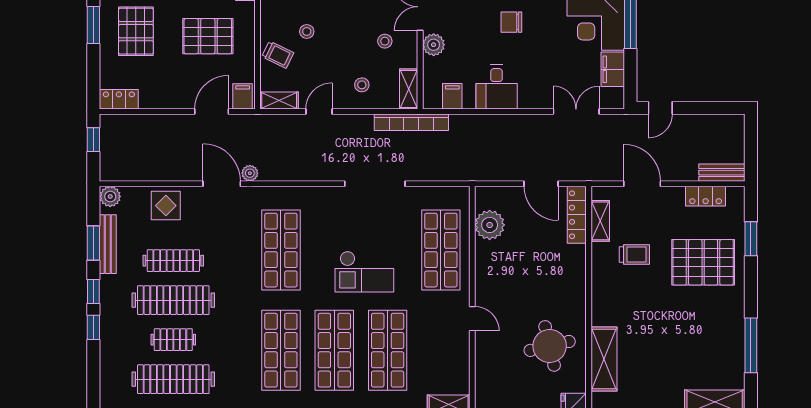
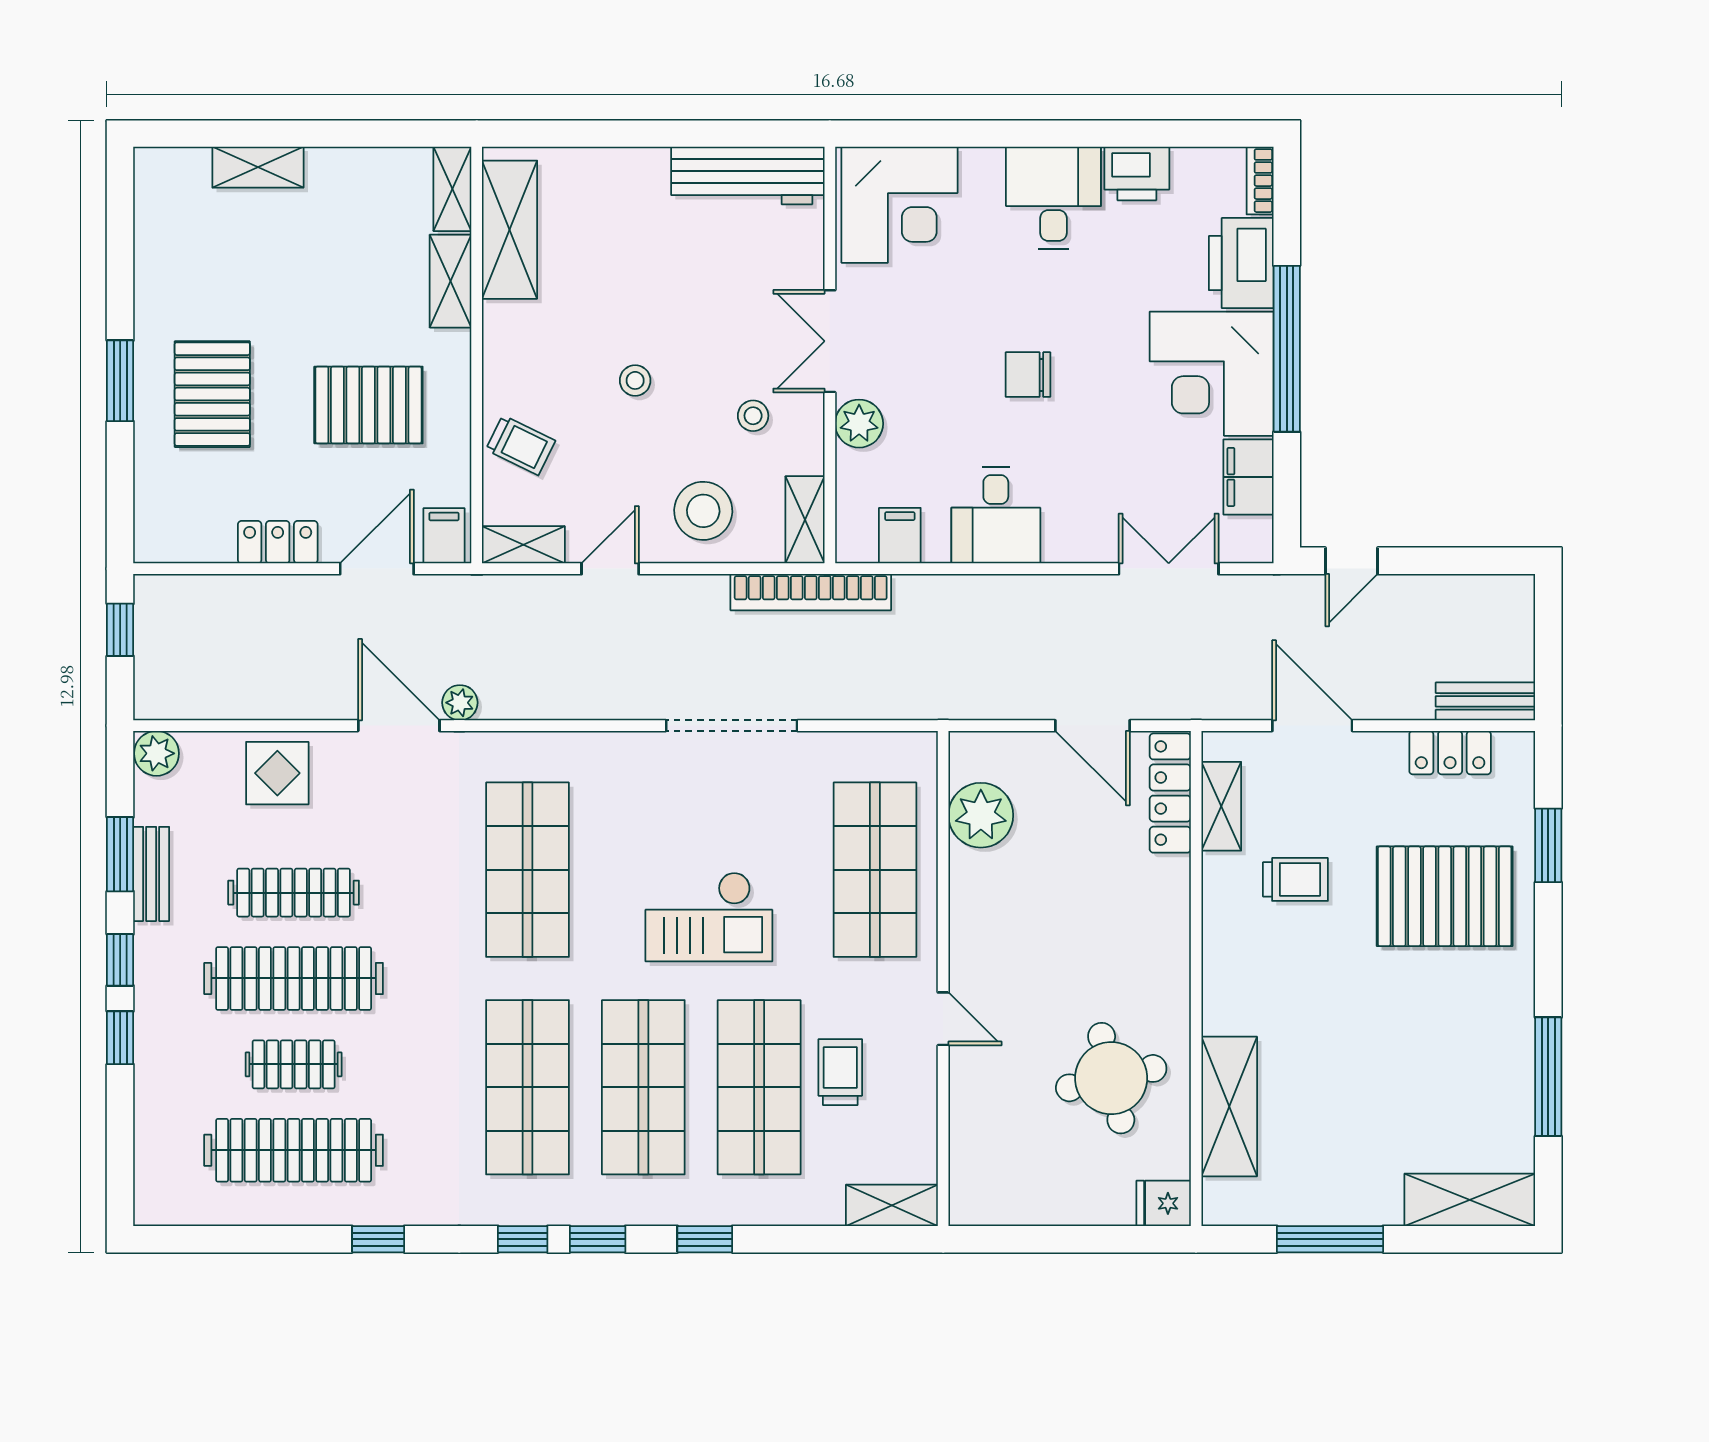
stool: (307, 31) -> (635, 380), moved
stool: (362, 85) -> (703, 511), width x1.89, depth x1.89
locker: (119, 99) -> (278, 542), moved
bench: (108, 244) -> (151, 874), width x0.73
trolley: (425, 343) -> (840, 1072), added

